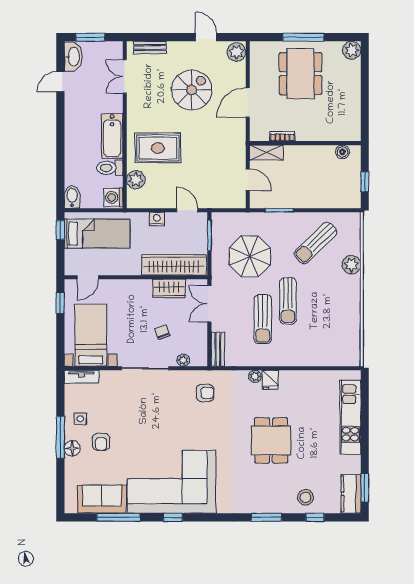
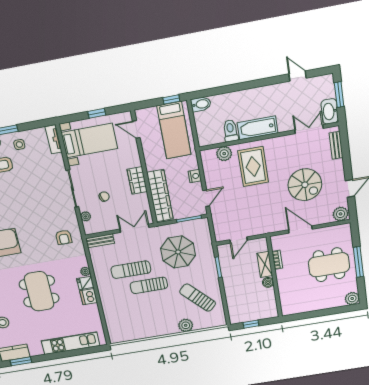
washbasin: (73, 57) -> (330, 111), moved, turned 90
boiler: (342, 152) -> (268, 282), moved
shelving: (266, 153) -> (265, 264), moved
washing machine: (113, 197) -> (206, 138), removed
wardrobe: (169, 289) -> (137, 180), moved
window: (60, 303) -> (97, 113), moved
dishwasher: (290, 380) -> (89, 297), added
dining table: (271, 440) -> (39, 291), width x1.37

